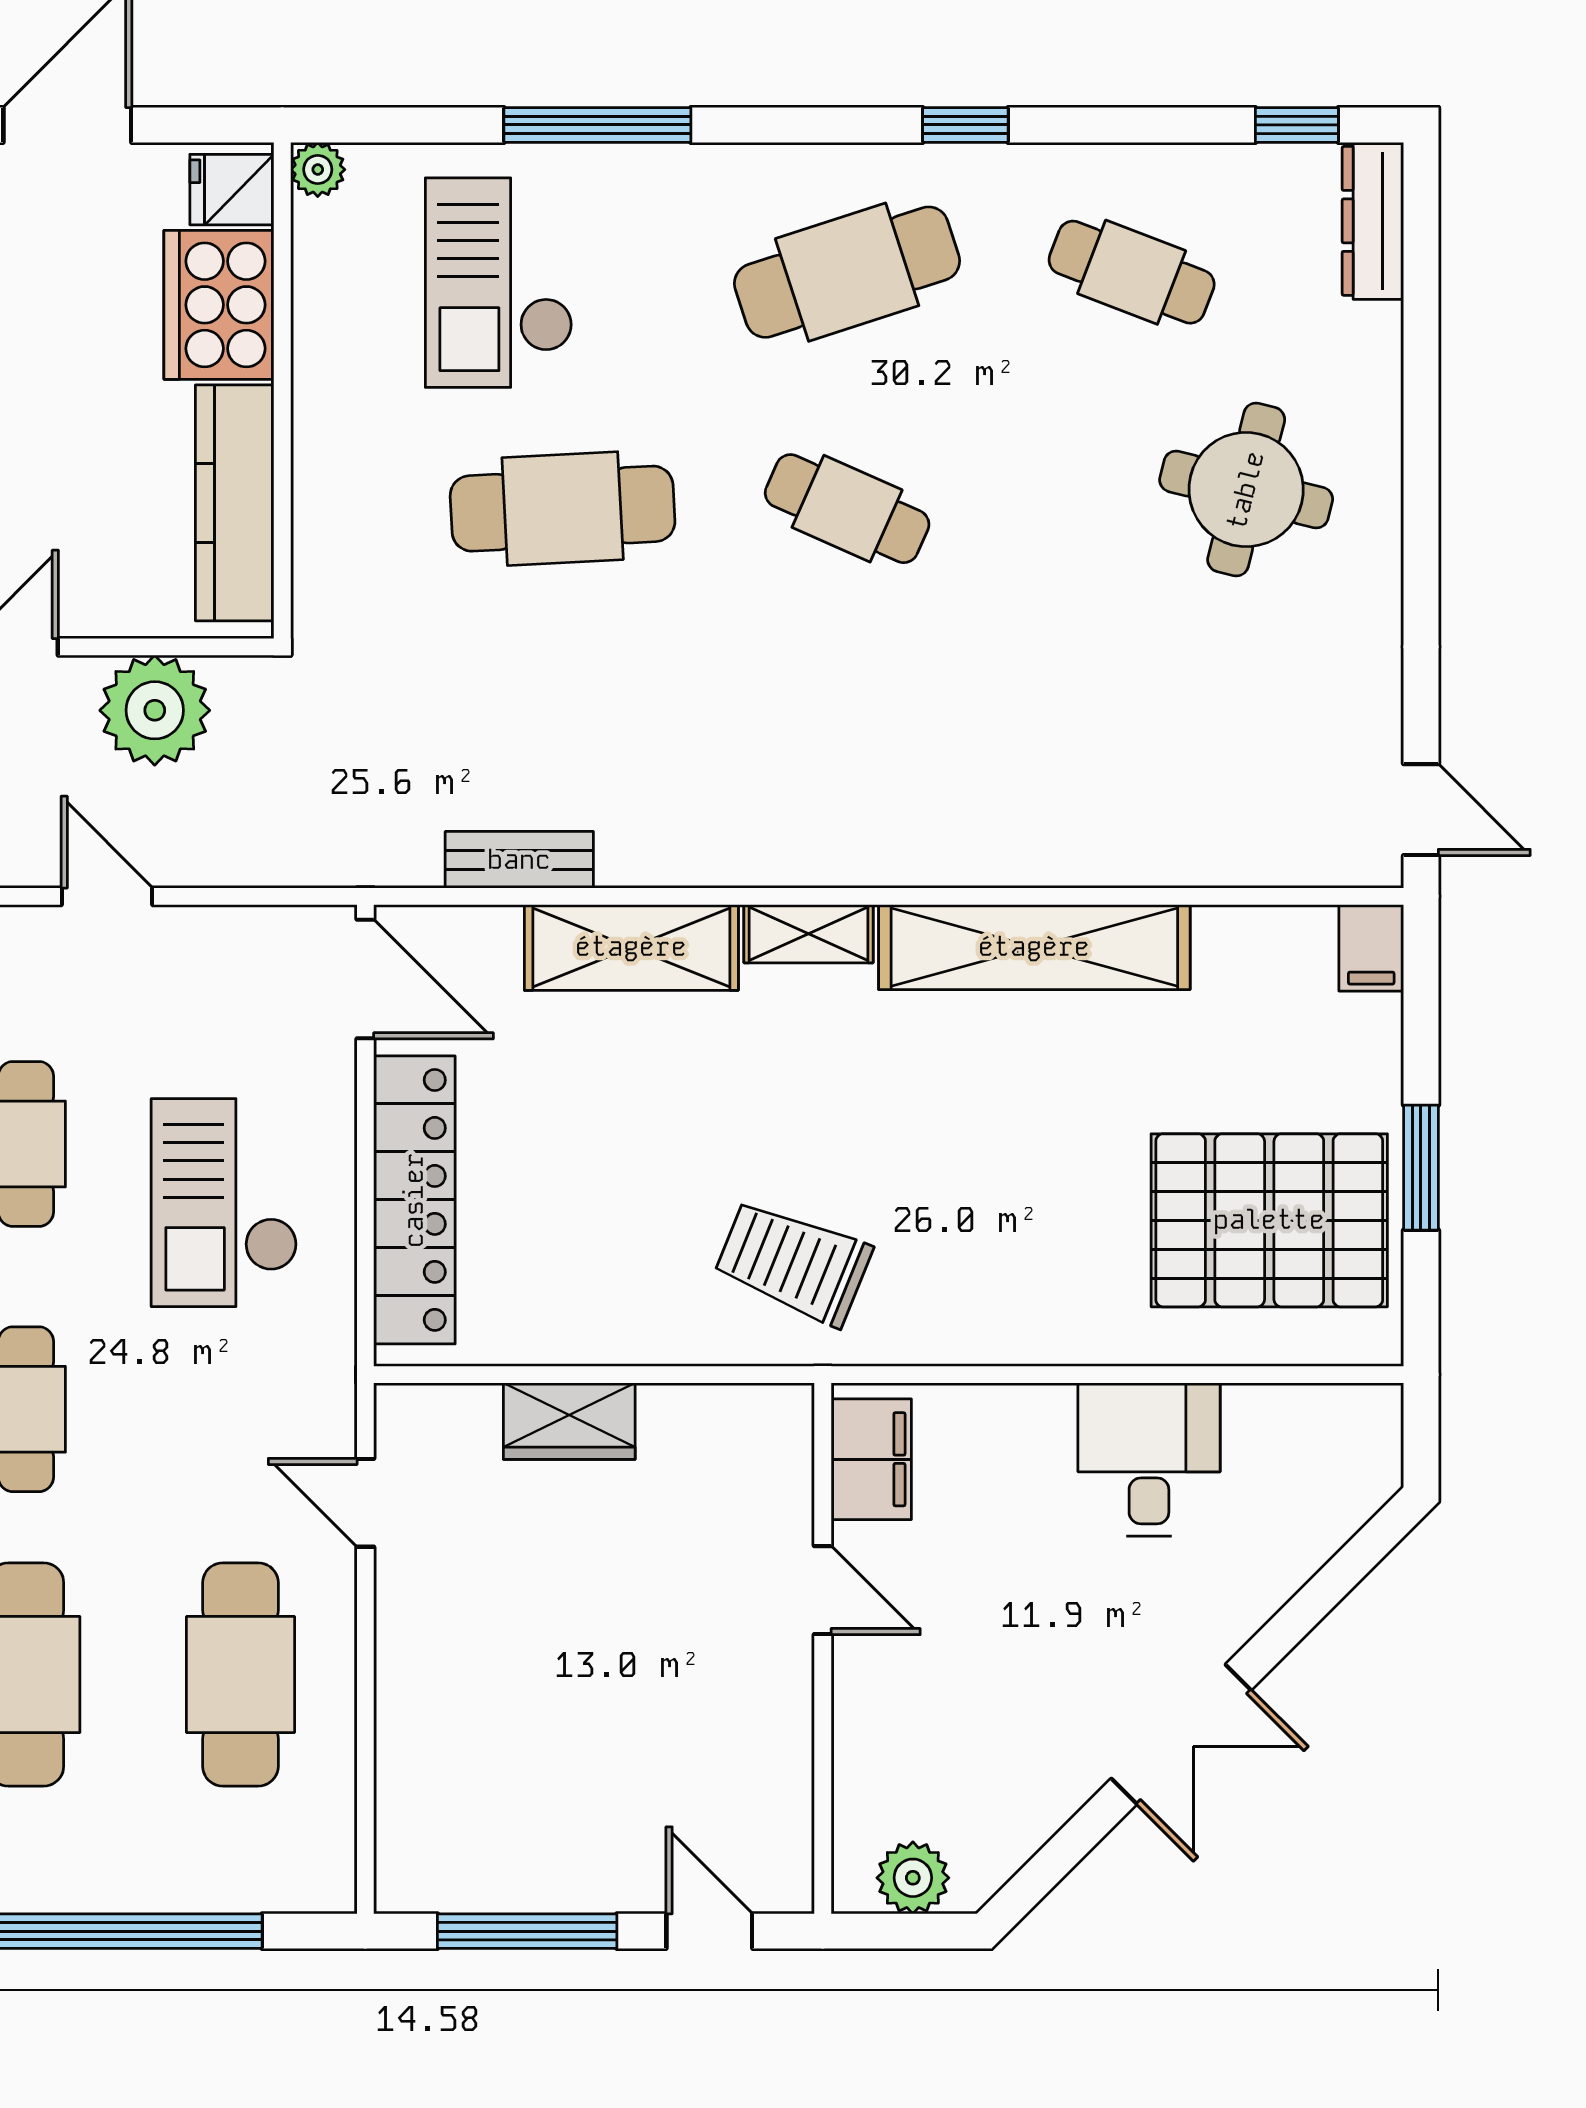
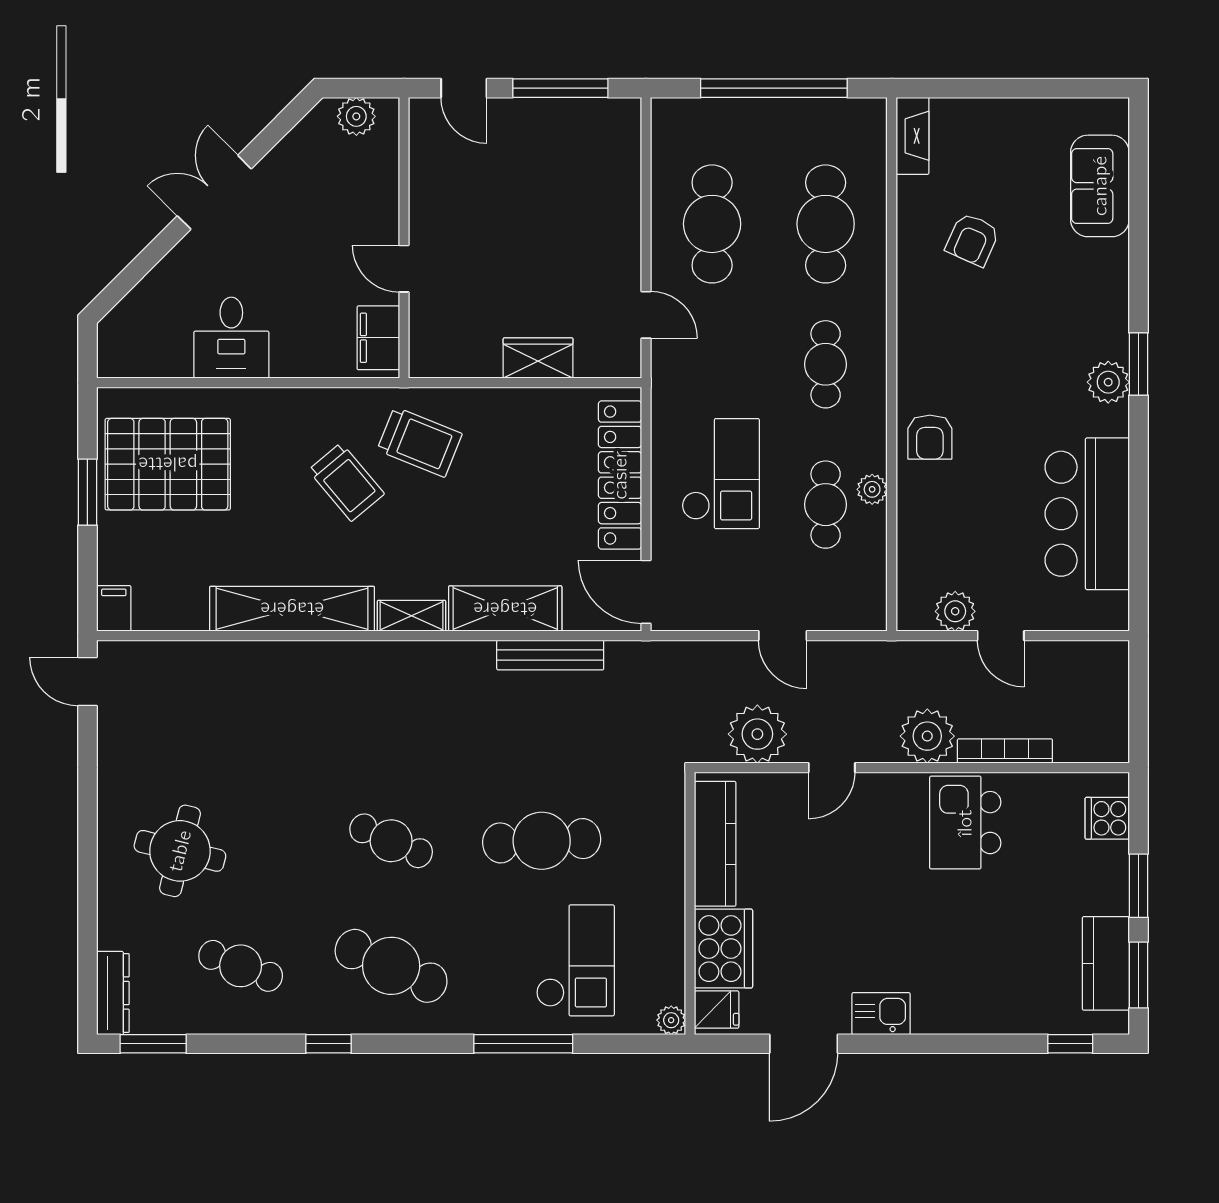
window: (1297, 125) -> (153, 1044), width x1.50
cafe table: (847, 272) -> (391, 966), turned 42
bench: (519, 860) -> (550, 655), width x1.36
trolley: (932, 1187) -> (346, 482), added

